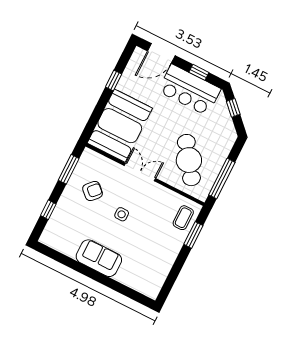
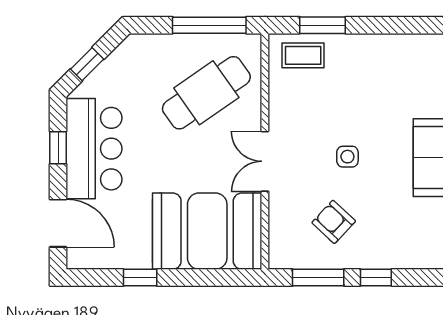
window: (48, 210) -> (376, 277), moved

